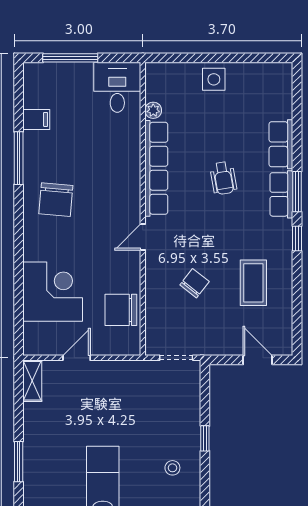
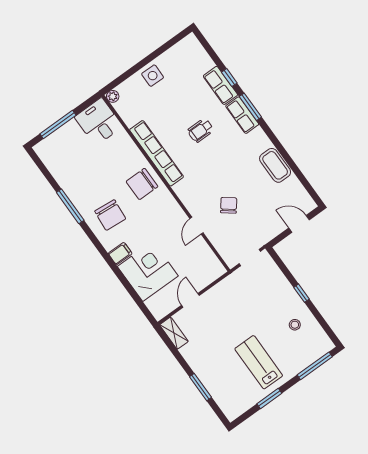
plant: (153, 110) -> (113, 96), moved
filing cabinet: (36, 119) -> (120, 254), moved
wheelchair: (223, 178) -> (201, 130), turned 100
door: (143, 237) -> (197, 226), moved
window: (297, 238) -> (229, 78), moved
coffee table: (253, 283) -> (275, 165), moved
chair: (121, 310) -> (142, 184), moved

